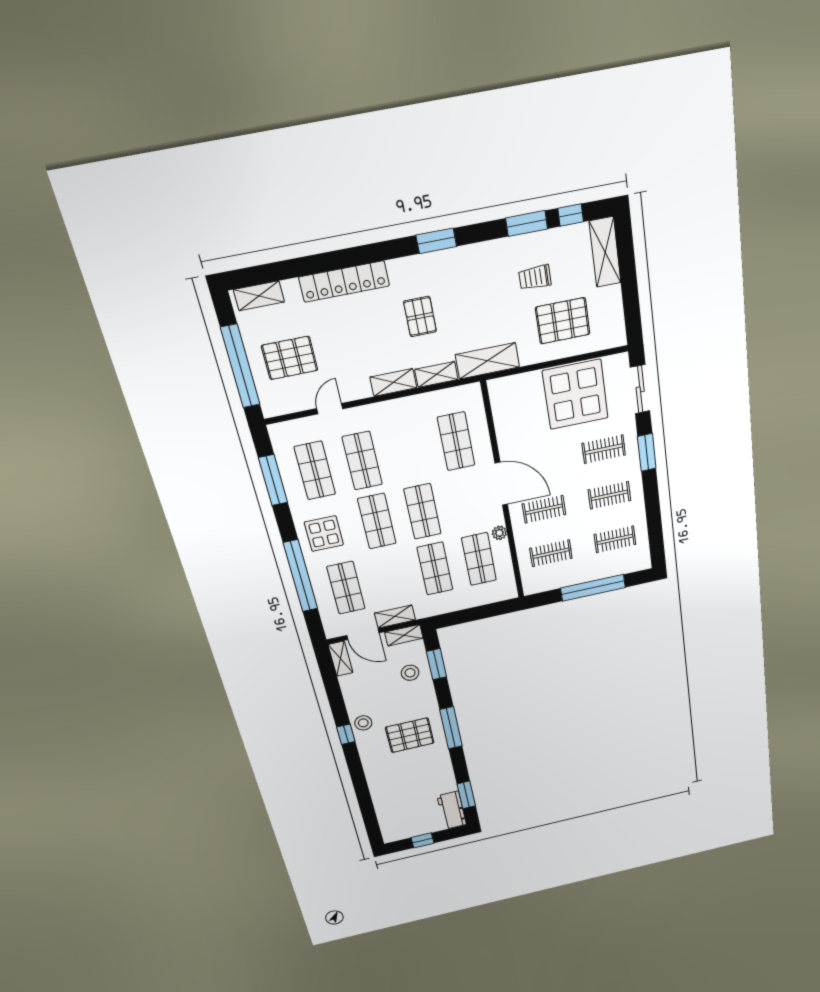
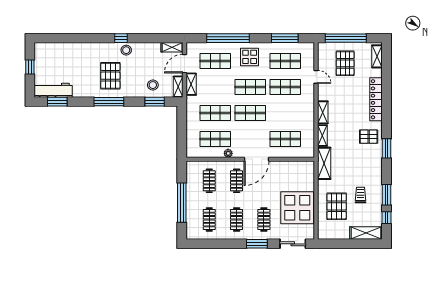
pallet: (420, 317) -> (369, 137), moved
workbench: (452, 810) -> (53, 90), width x1.38

